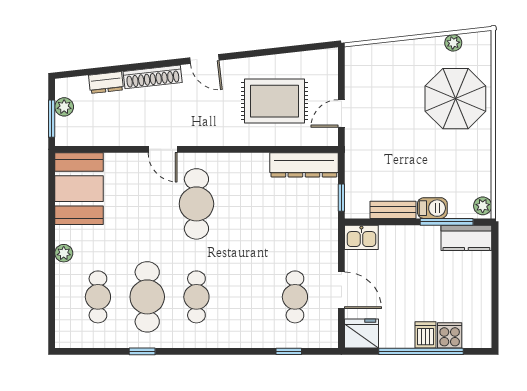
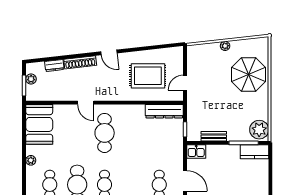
plant: (453, 43) -> (225, 46), moved
plant: (483, 206) -> (259, 130), width x1.88, depth x1.88
barbecue: (432, 208) -> (236, 135), removed

